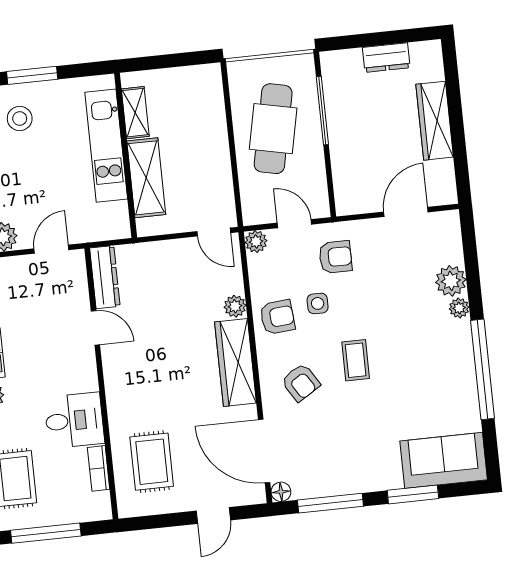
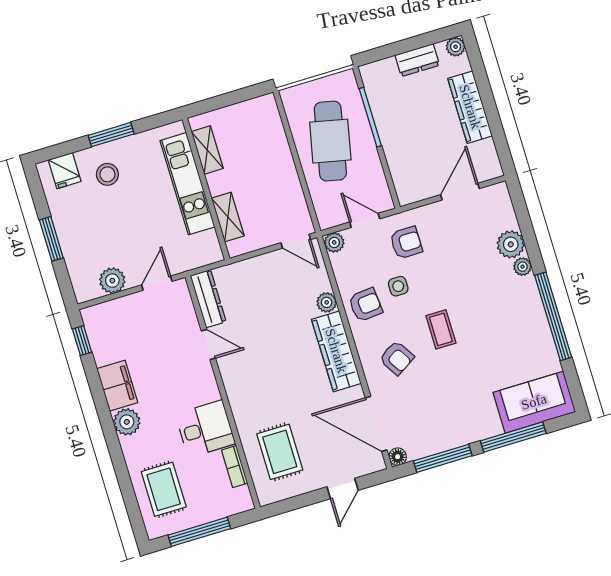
plant: (432, 51) -> (456, 47), added
shelving: (146, 178) -> (228, 217), width x0.67, depth x0.75
window: (413, 494) -> (513, 437), width x1.44

